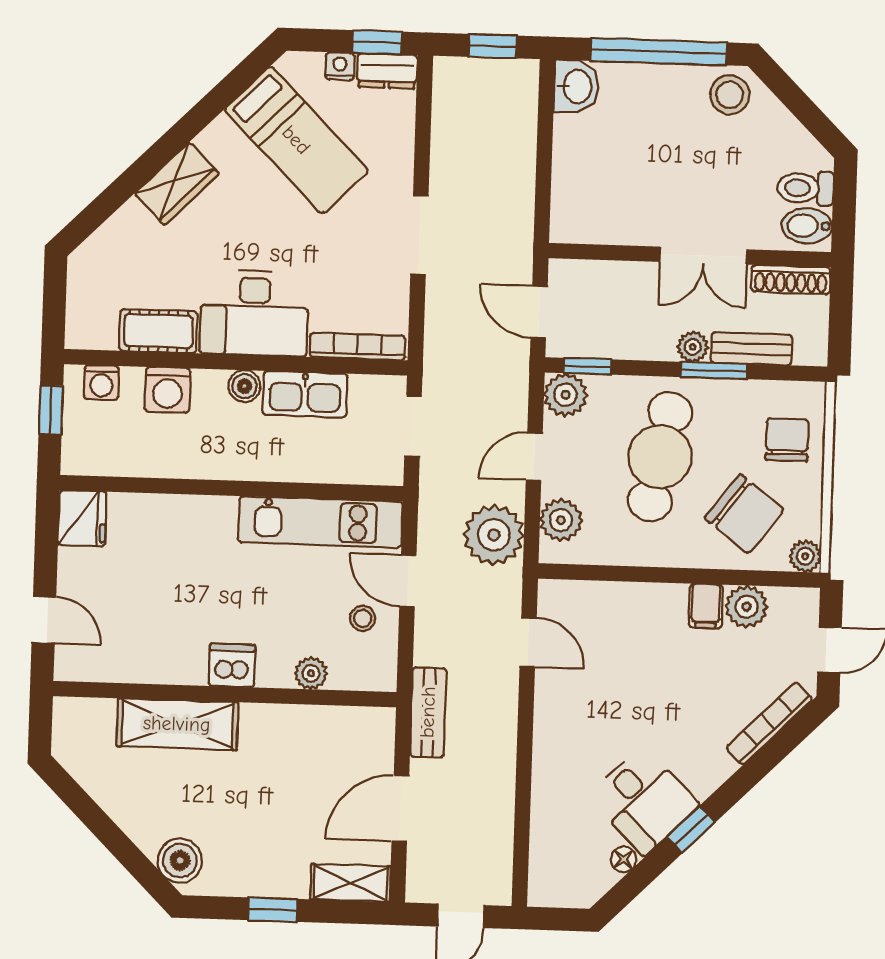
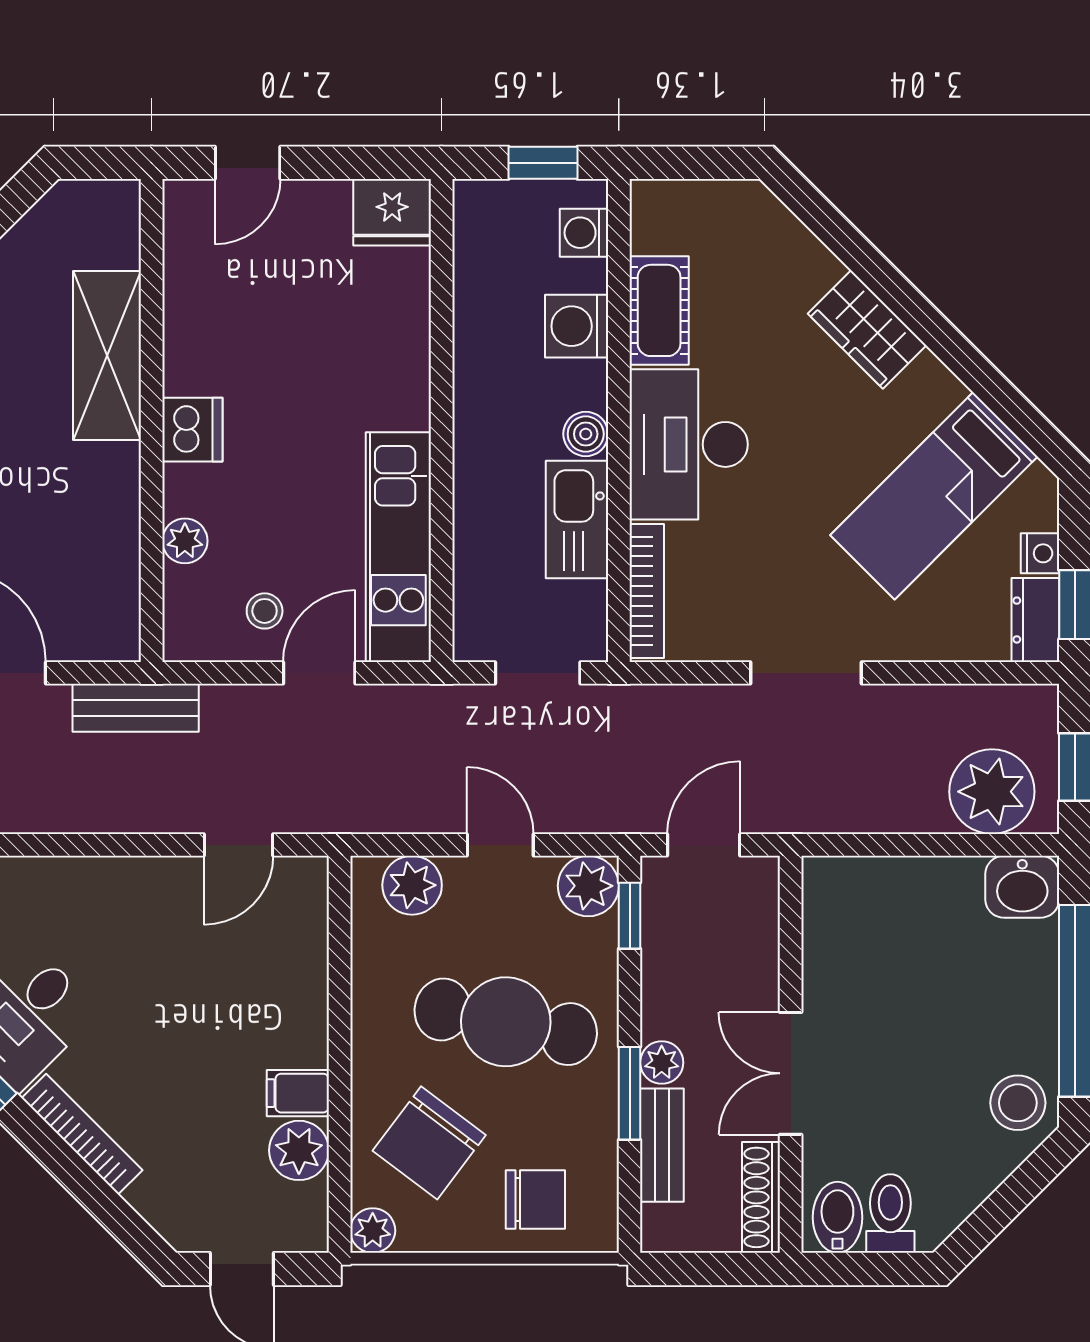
plant: (494, 535) -> (992, 792), moved
bookcase: (769, 723) -> (82, 1134), moved

